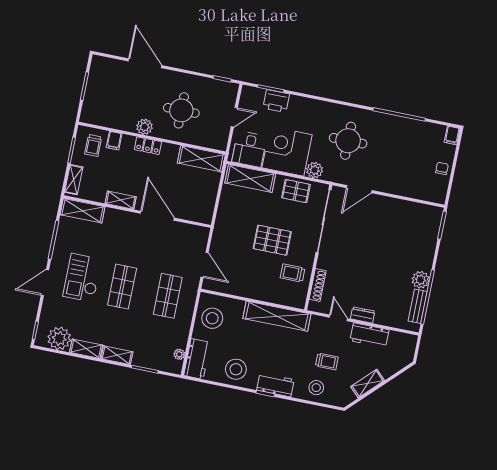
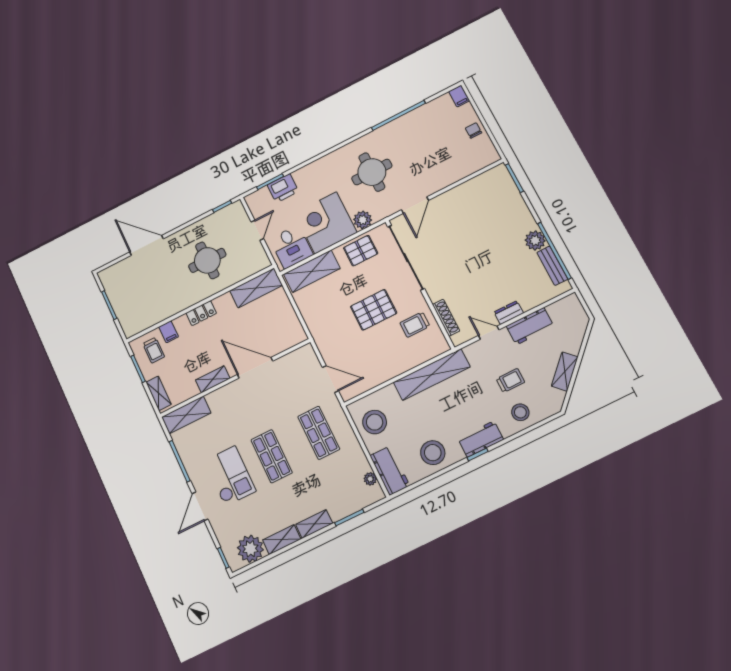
plant: (144, 127) -> (186, 299), removed
checkout: (82, 278) -> (230, 476), turned 180

